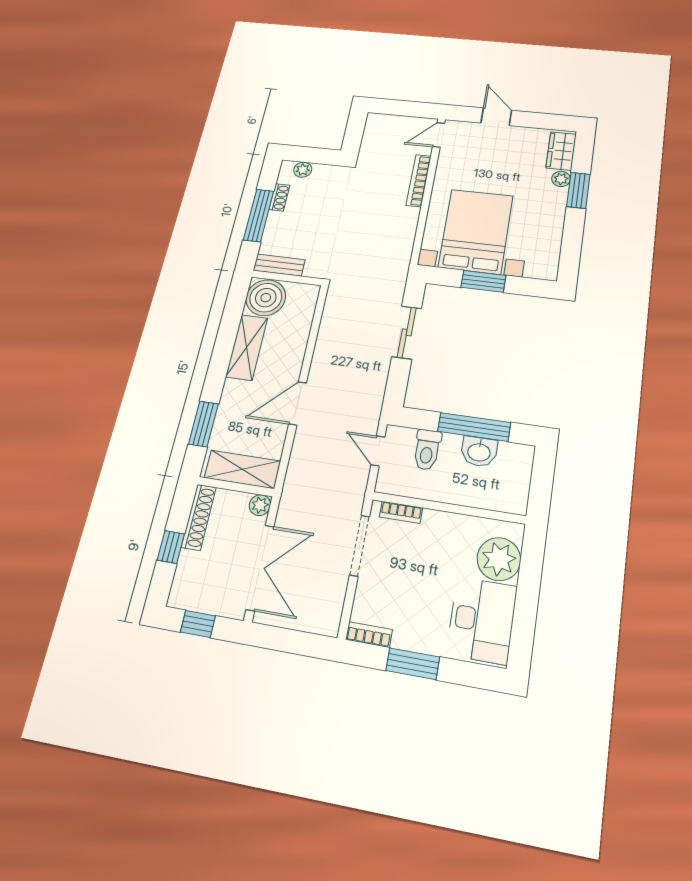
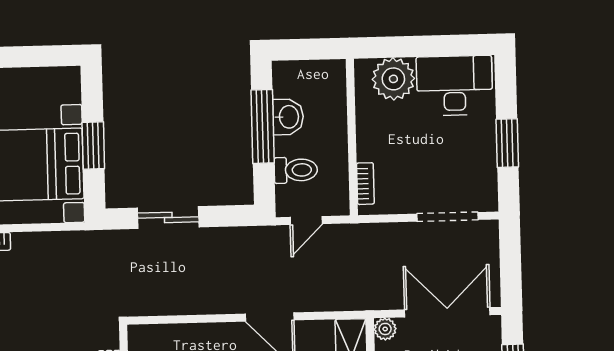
doorway: (360, 546) -> (448, 217), moved
bookcase: (369, 635) -> (489, 190), removed

